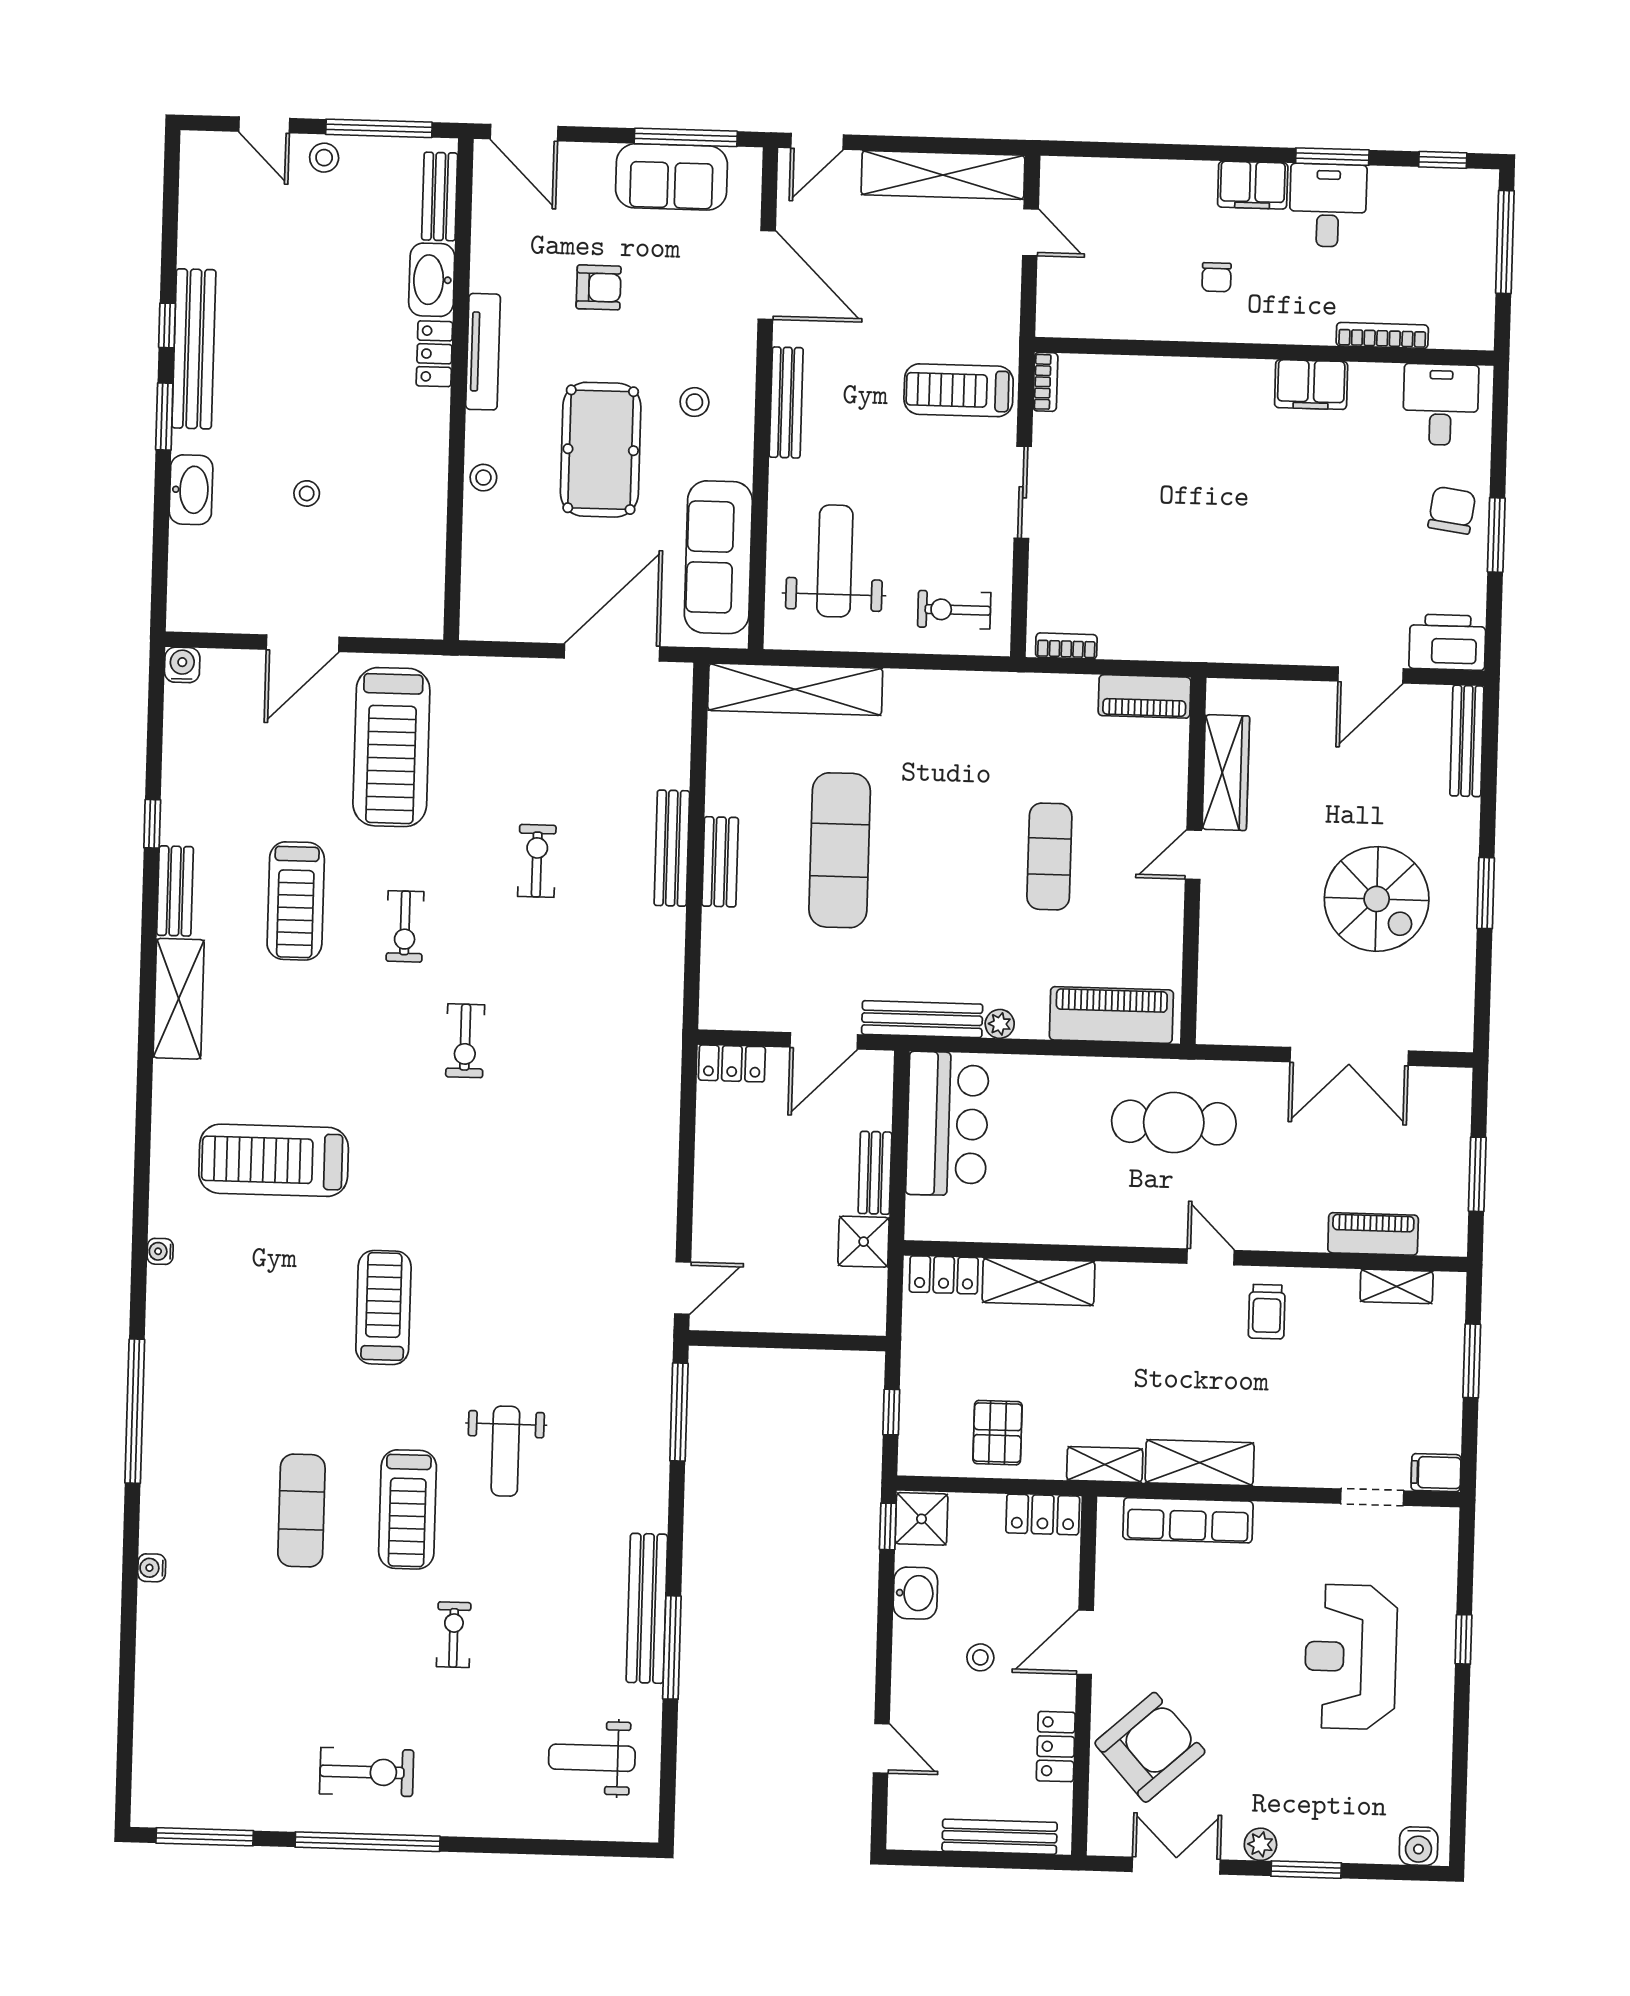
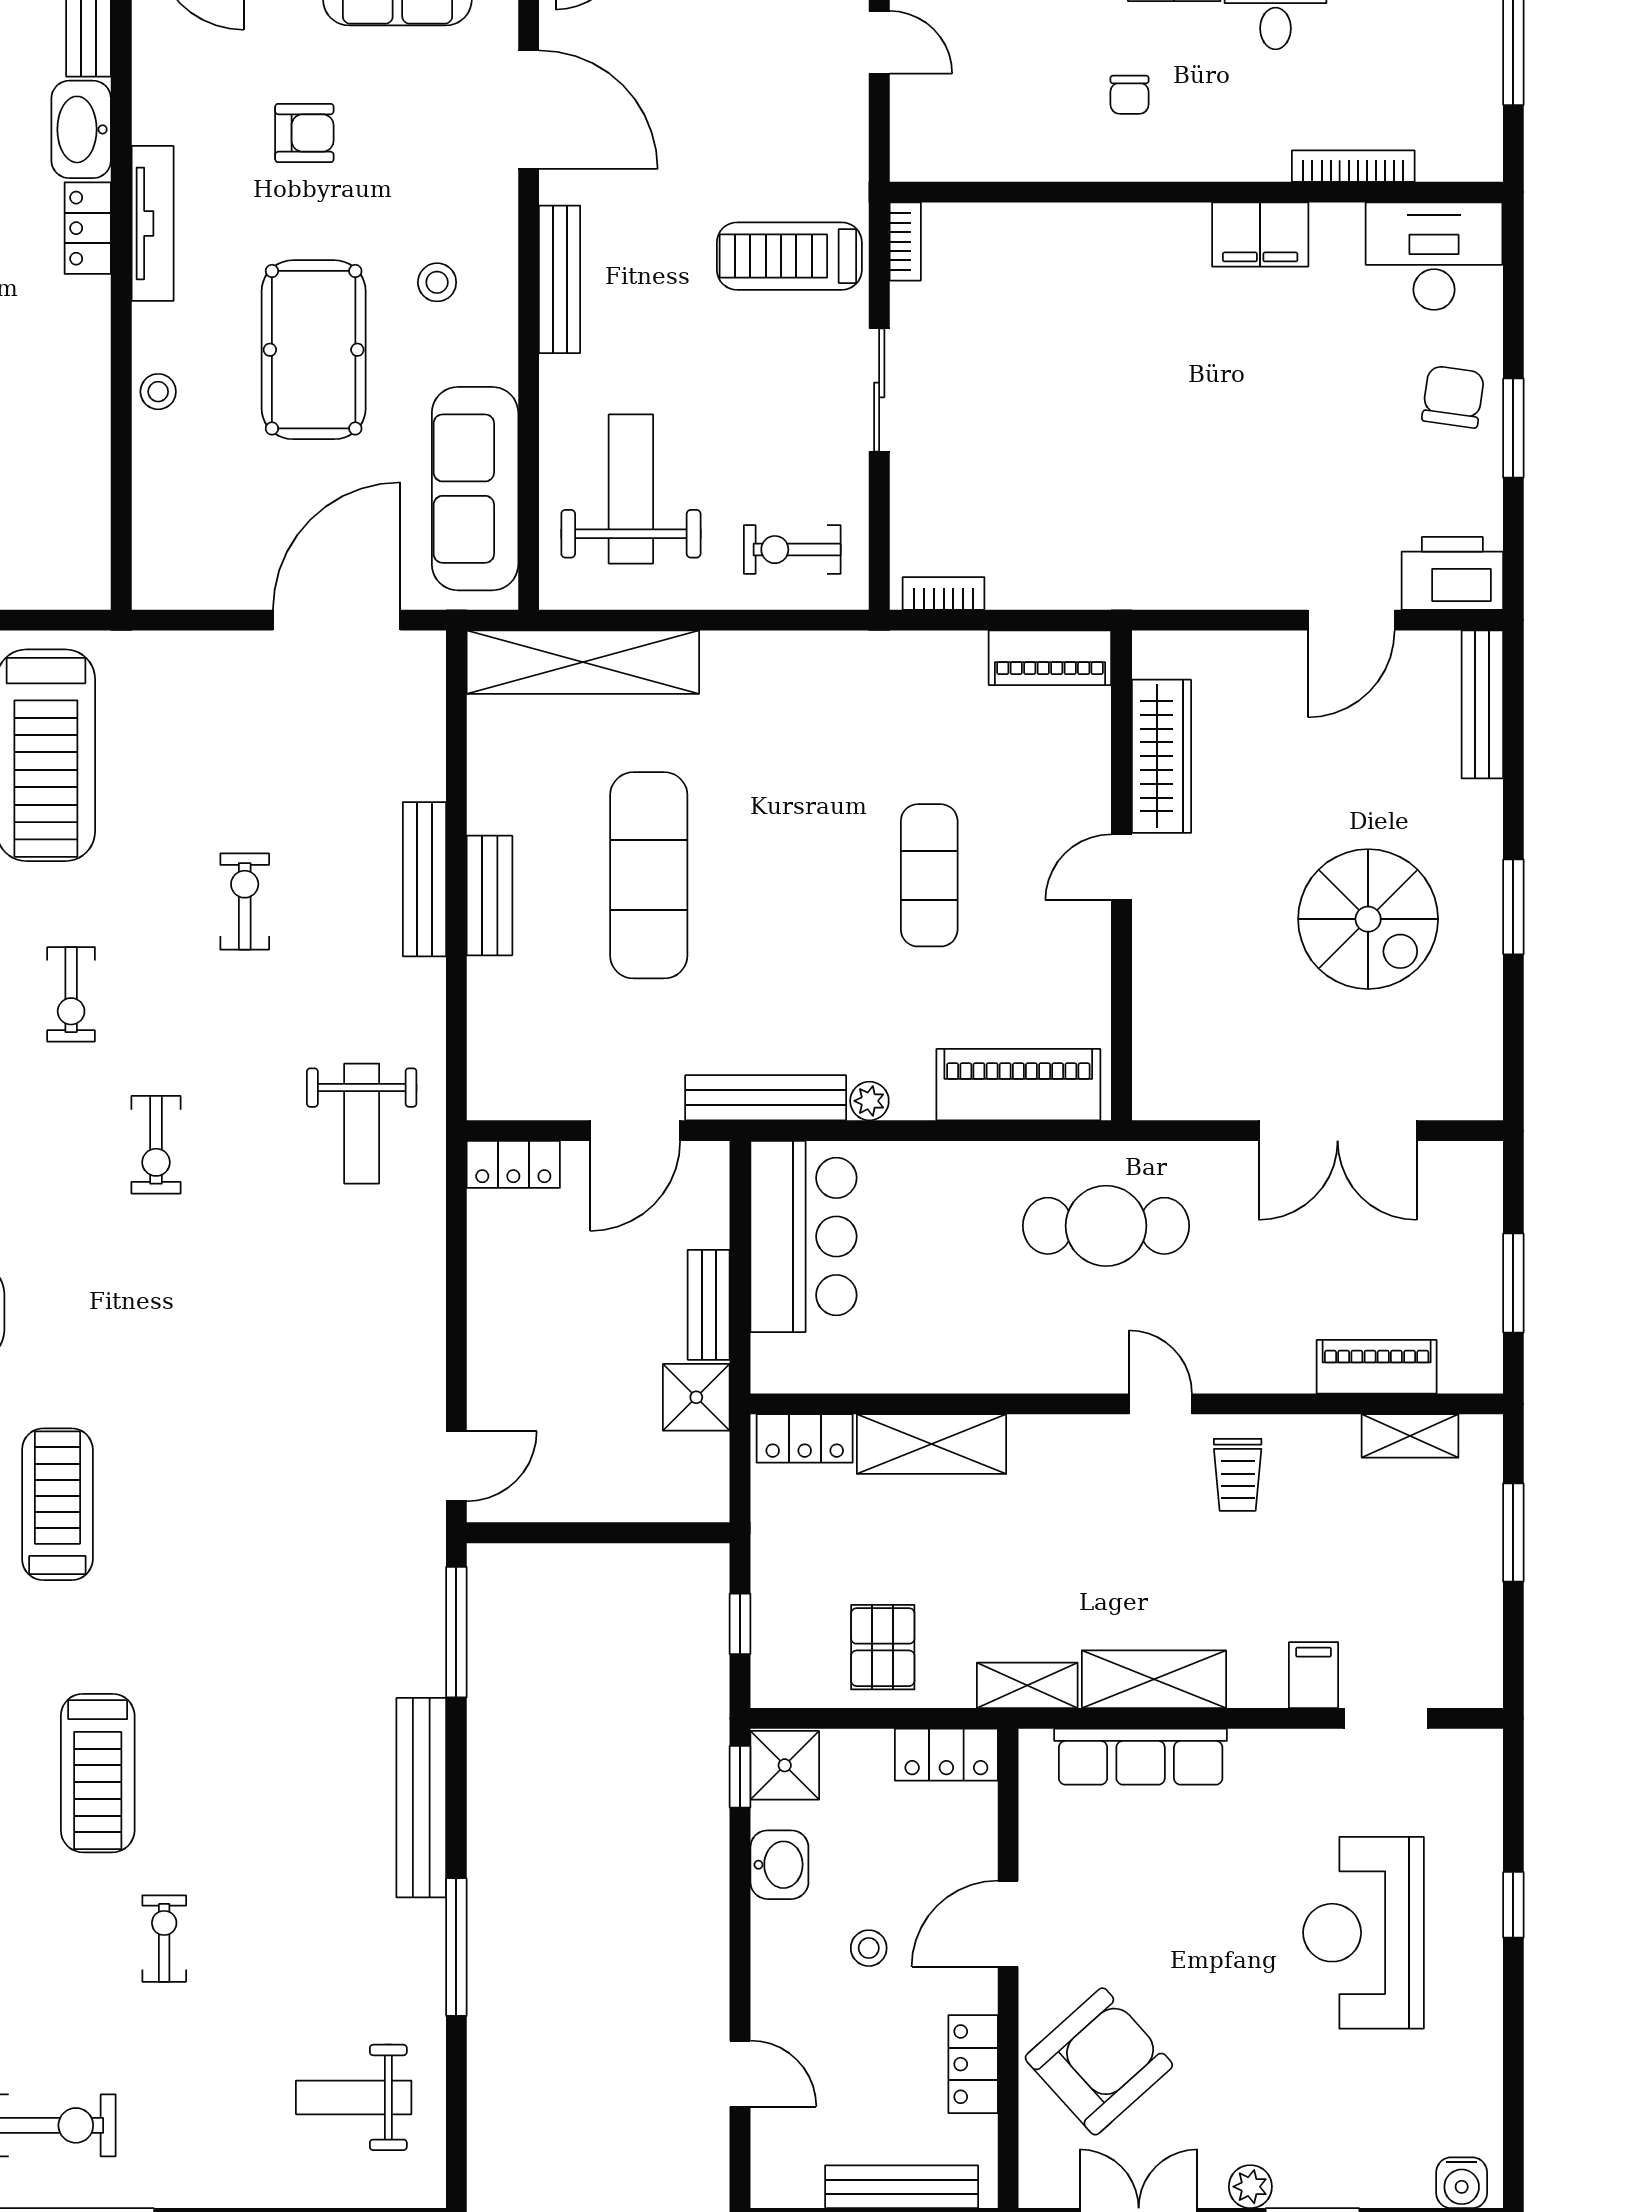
desk: (1441, 405) -> (1434, 256), width x1.37
weight bench: (505, 1451) -> (362, 1124), moved
filing cabinet: (1436, 1473) -> (1313, 1675), moved, turned 90
bench: (647, 1608) -> (421, 1798), moved

